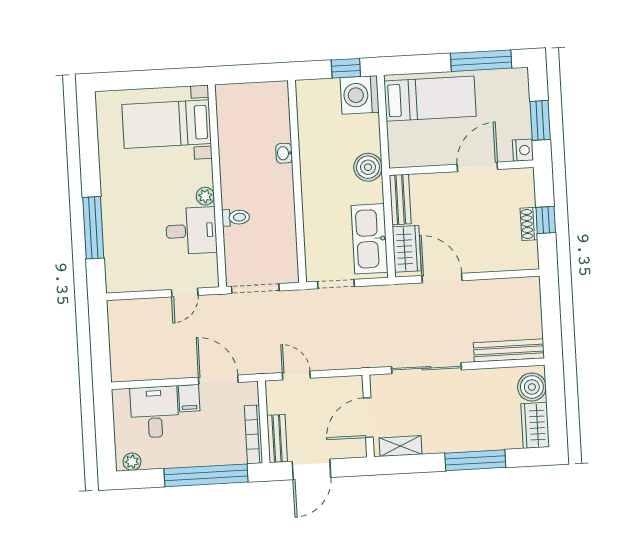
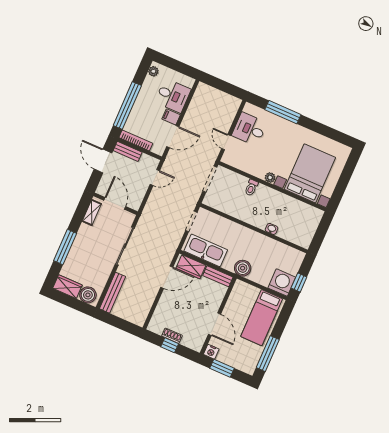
bed with nightstands: (167, 124) -> (310, 173), width x1.36
desk: (191, 231) -> (249, 129), moved, turned 90

